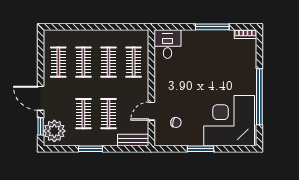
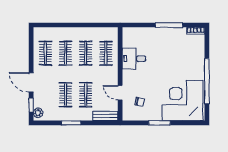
desk: (167, 44) -> (134, 59), moved, turned -90
door: (151, 111) -> (120, 93), hinge flipped
plant: (54, 131) -> (38, 113), width x0.53, depth x0.53

